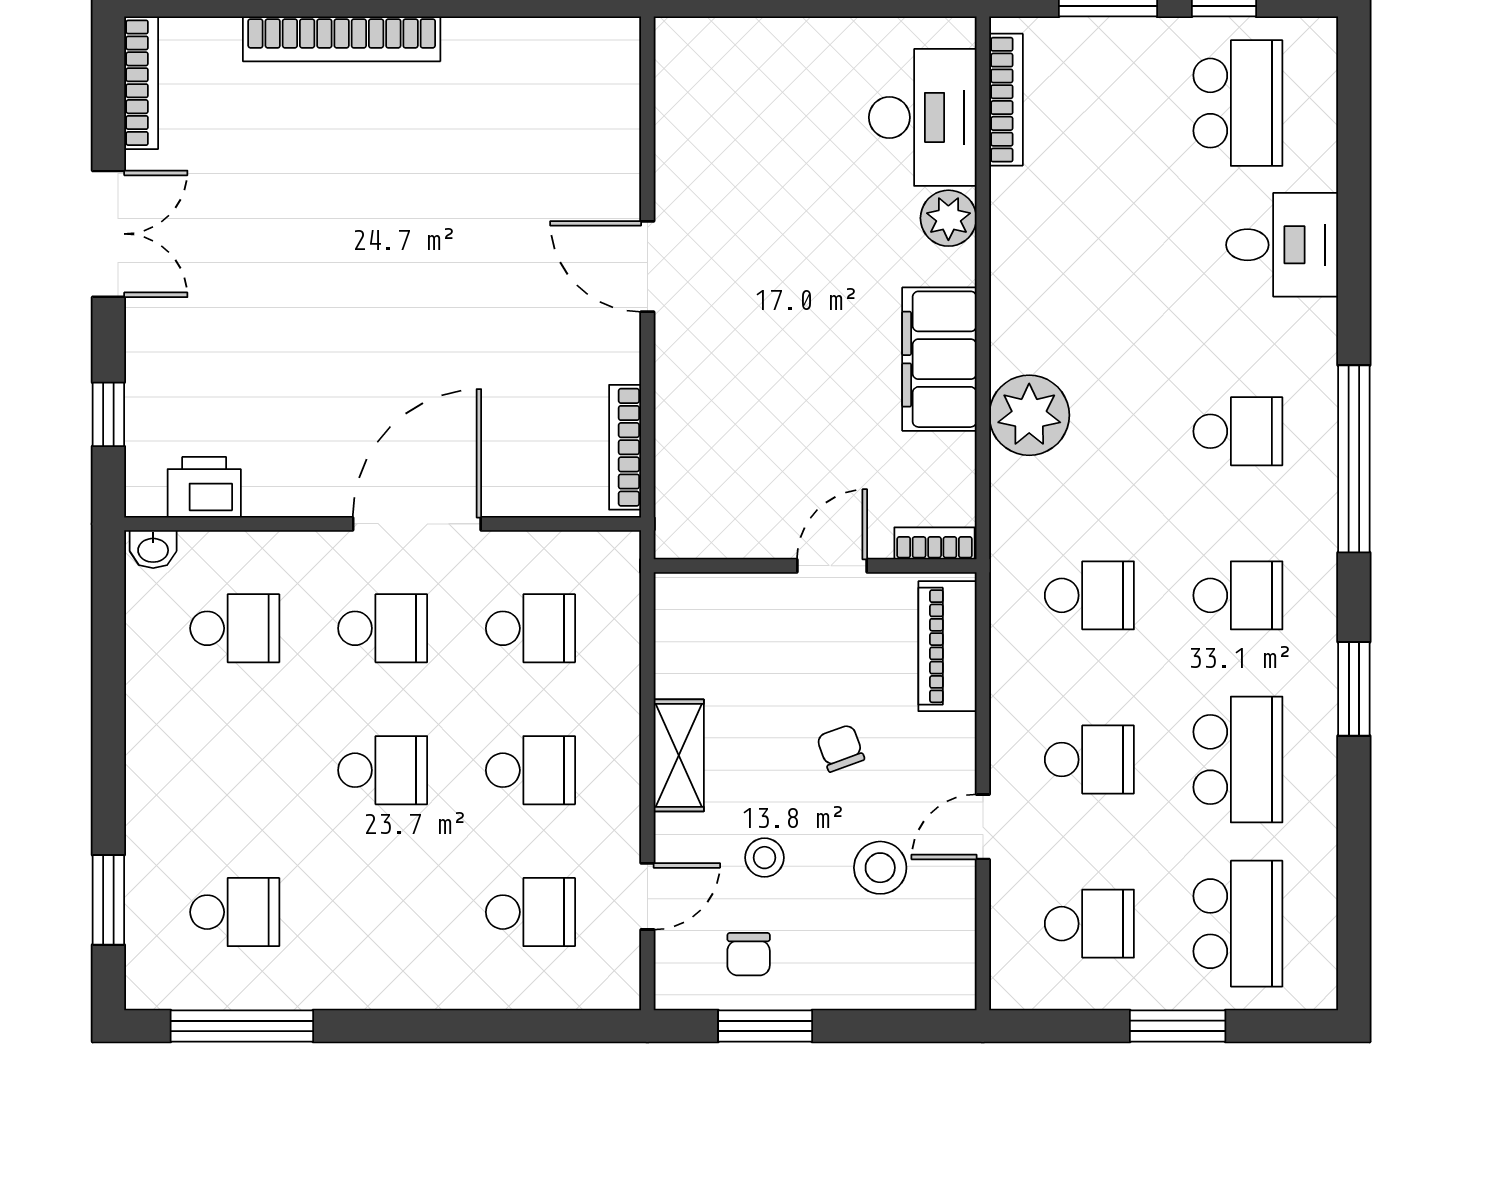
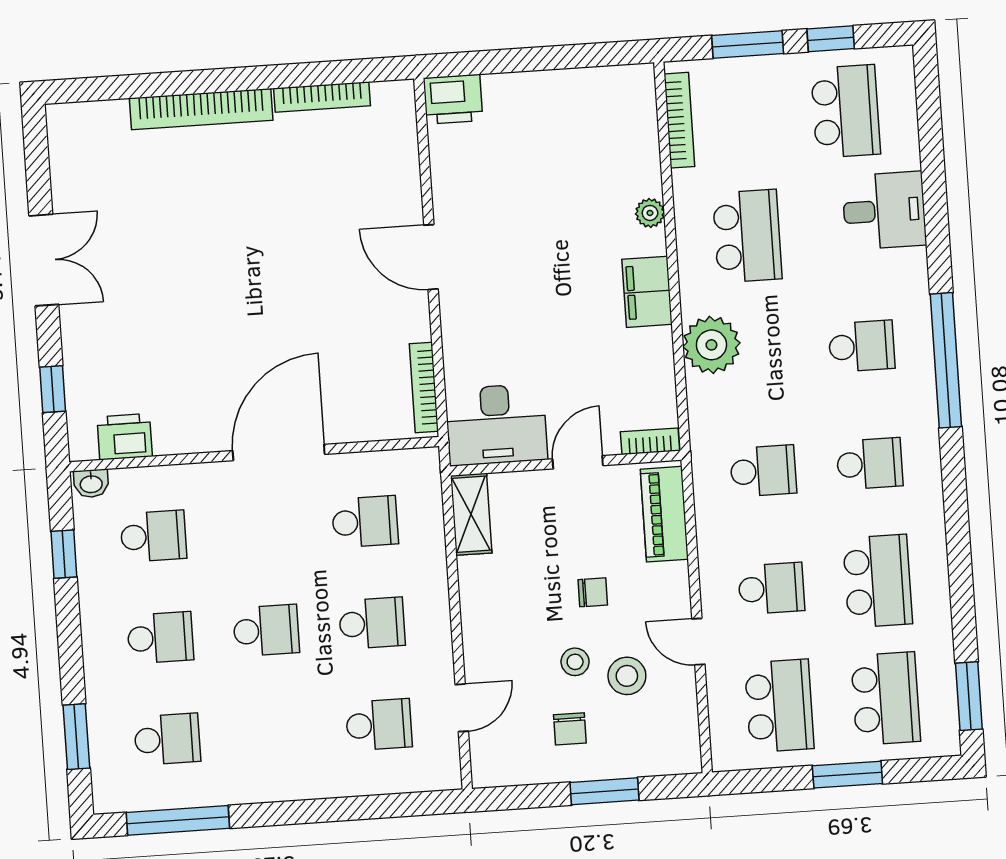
printer: (693, 49) -> (453, 99), added
bookcase: (141, 83) -> (322, 97), moved, turned 90
desk: (923, 117) -> (496, 425), moved, turned 90
plant: (948, 218) -> (650, 213), width x0.73, depth x0.73
school desk: (1089, 267) -> (747, 236), added
filing cabinet: (939, 359) -> (647, 292), width x0.67, depth x0.86
school desk: (383, 628) -> (160, 638), moved
window: (108, 645) -> (64, 554), added
window: (1354, 689) -> (969, 696), moved
chair: (841, 748) -> (593, 592), turned 110
shelving: (679, 755) -> (471, 514), moved
door: (983, 827) -> (698, 642), hinge flipped
stool: (765, 858) -> (575, 662), moved
school desk: (1089, 924) -> (779, 706), width x1.85
chair: (749, 954) -> (570, 729), moved
window: (765, 1026) -> (604, 791), moved

